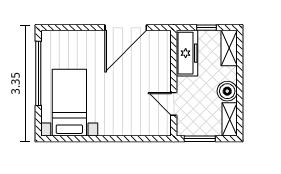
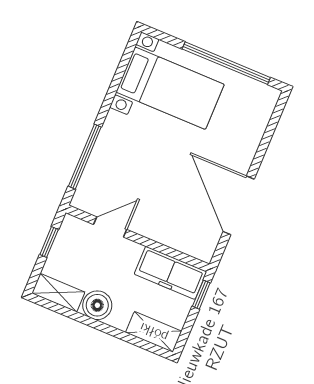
window: (207, 28) -> (201, 295), moved
window: (136, 139) -> (85, 157), added
window: (200, 139) -> (49, 242), width x0.67

